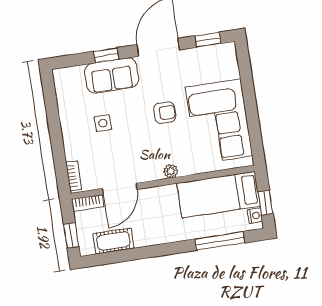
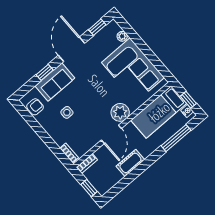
plant: (232, 71) -> (122, 36), added
armchair: (165, 113) -> (35, 107), moved
plant: (171, 171) -> (120, 112), width x1.87, depth x1.87
door: (120, 189) -> (111, 134), moved
cot: (113, 241) -> (130, 163), moved

